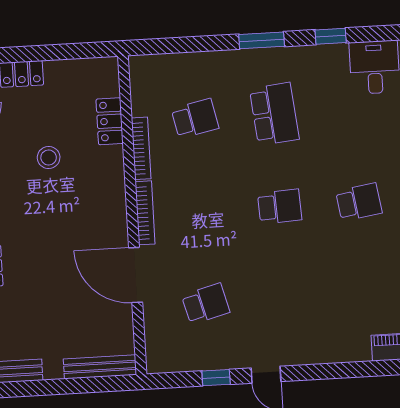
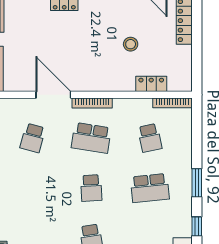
bookcase: (141, 148) -> (173, 103), moved
school desk: (200, 211) -> (91, 138), added
door: (136, 275) -> (53, 95), hinge flipped
school desk: (206, 304) -> (33, 138), turned 30

